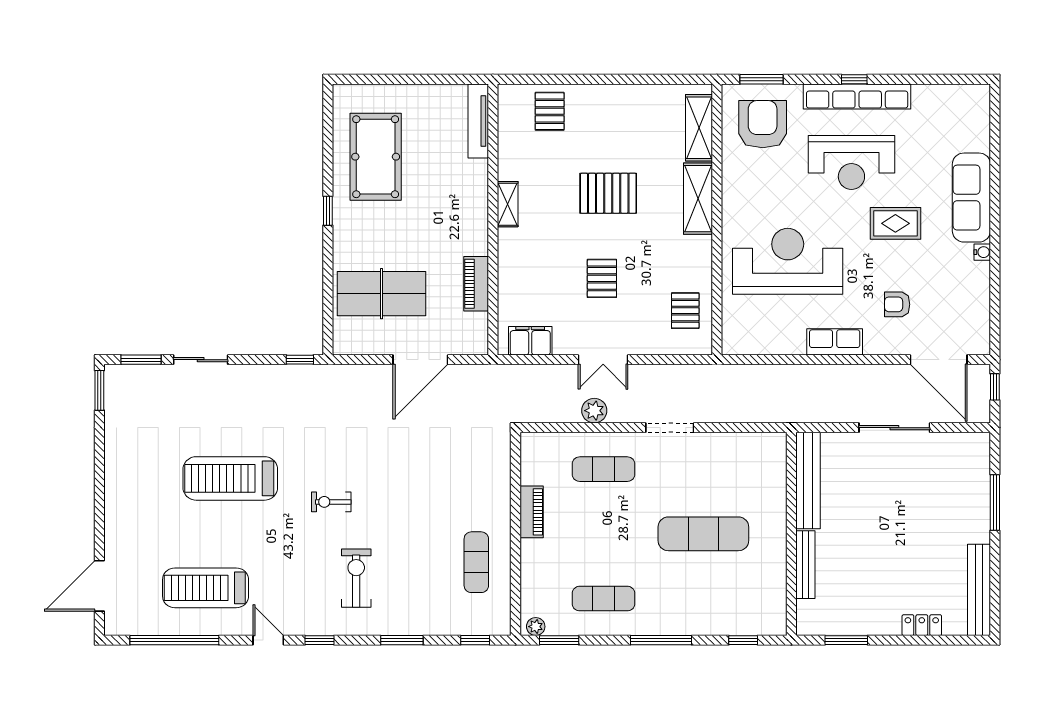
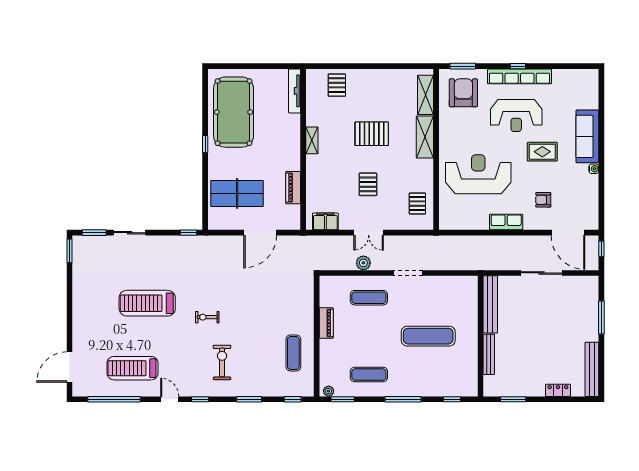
pool table: (376, 157) -> (234, 112), width x1.36, depth x1.32

